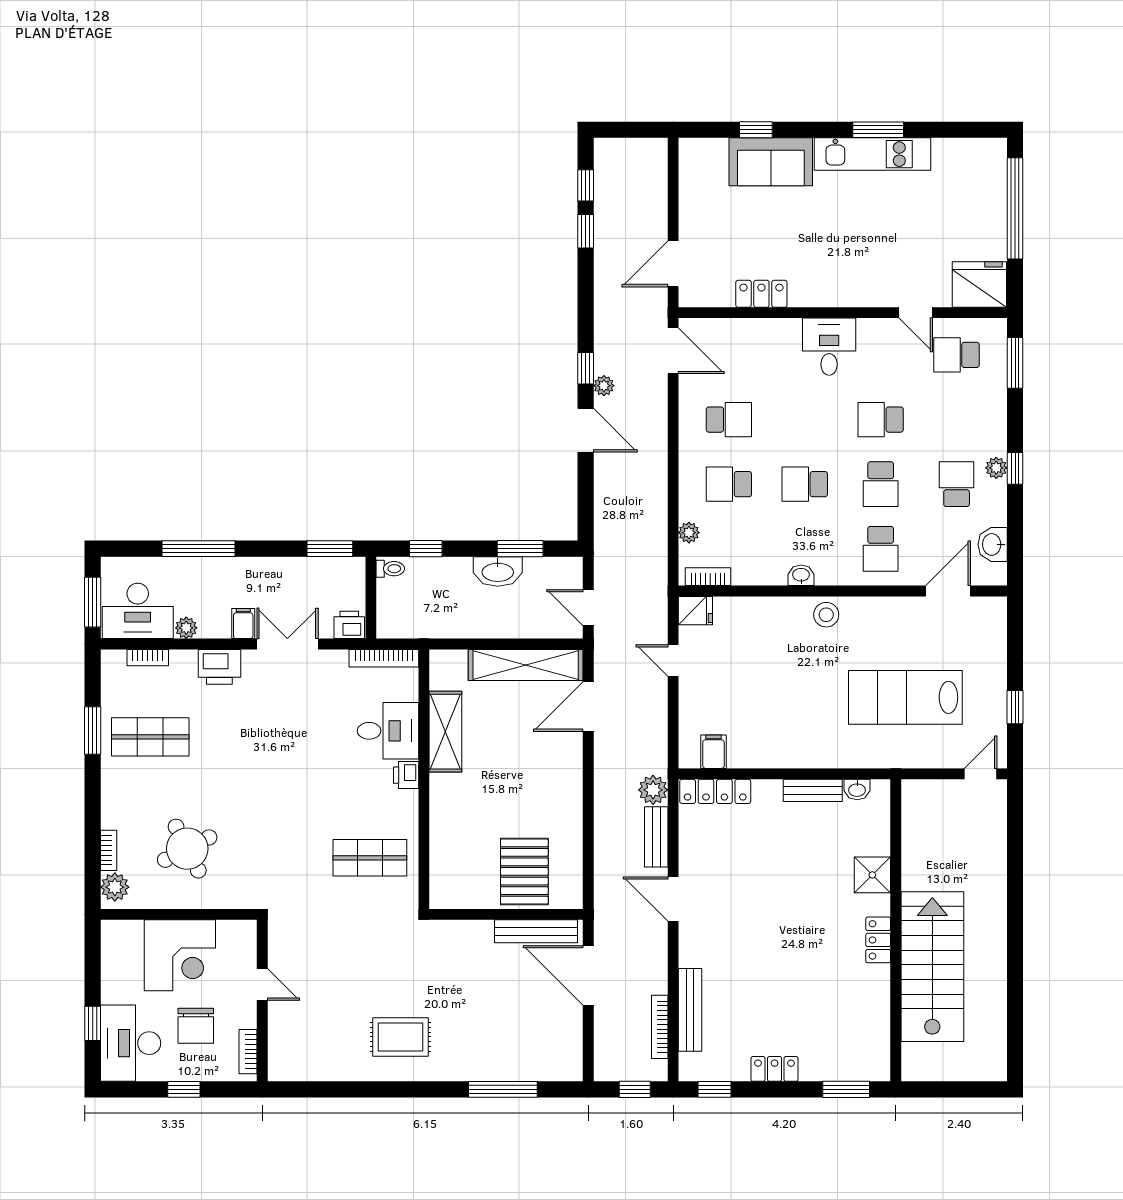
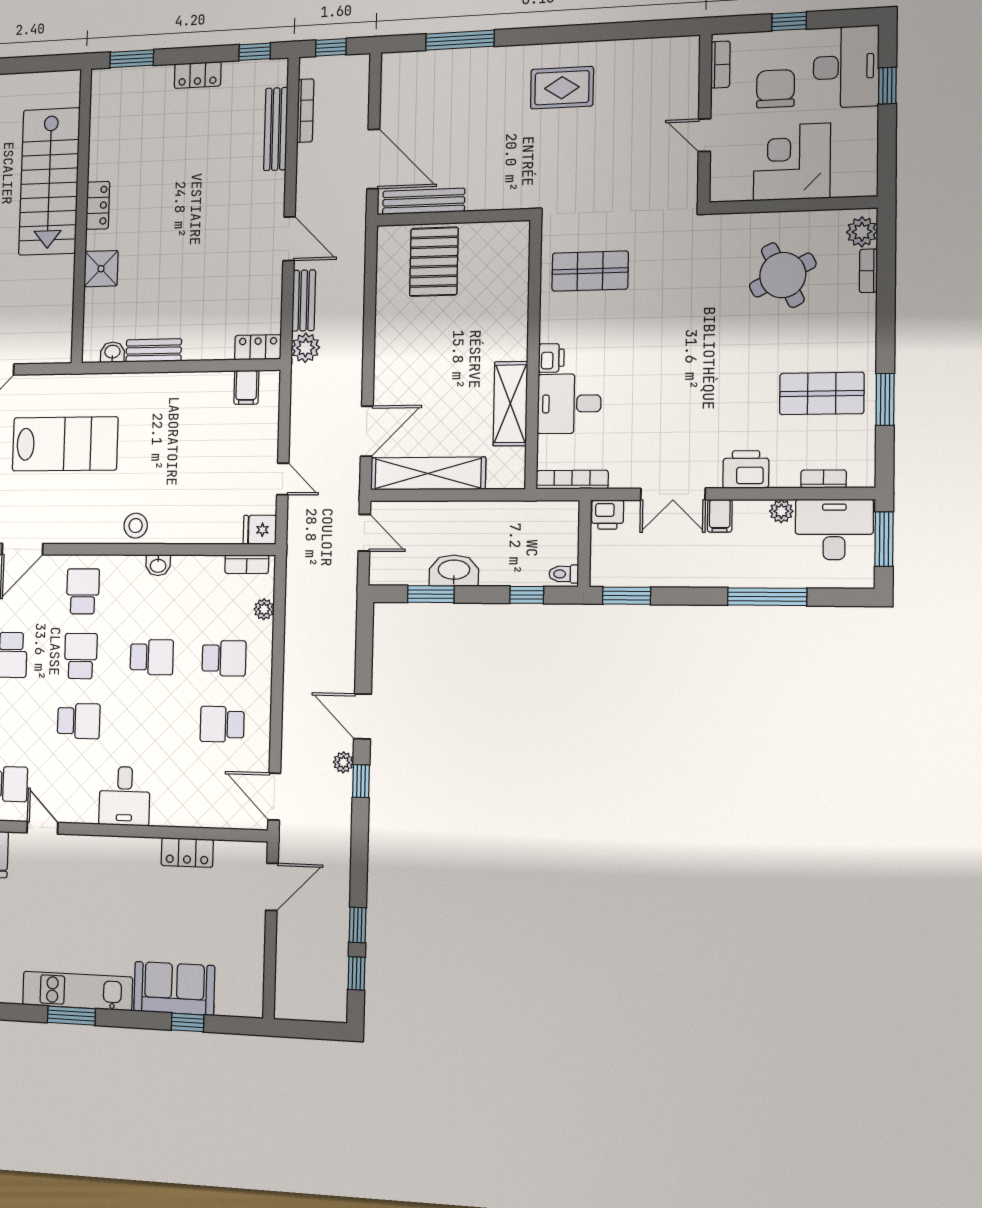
locker: (715, 791) -> (258, 347), width x0.66

